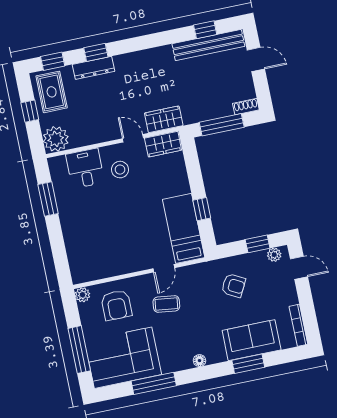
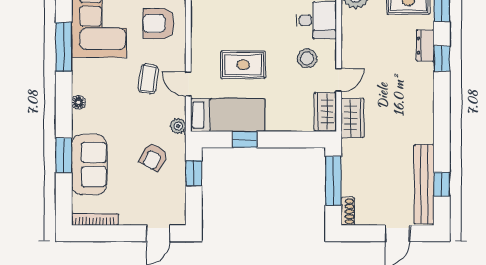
dresser: (94, 68) -> (425, 46), width x0.70
rug: (137, 224) -> (243, 65), added
window: (258, 244) -> (194, 173), moved
plant: (274, 255) -> (178, 126), moved

